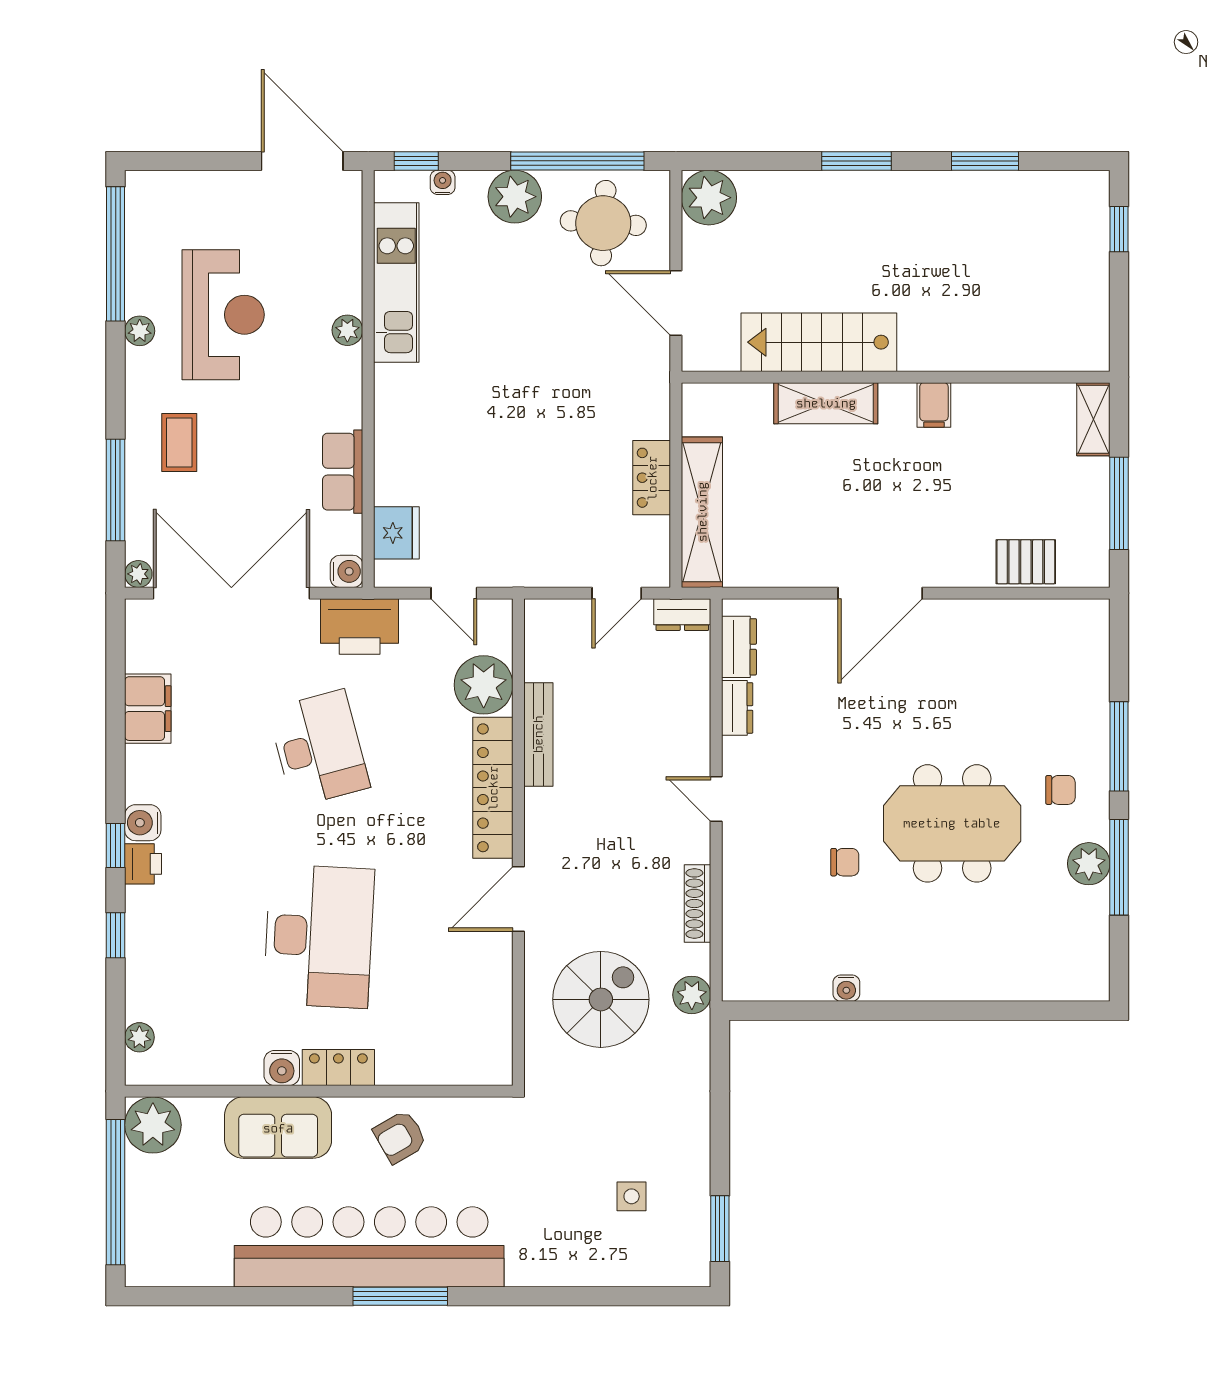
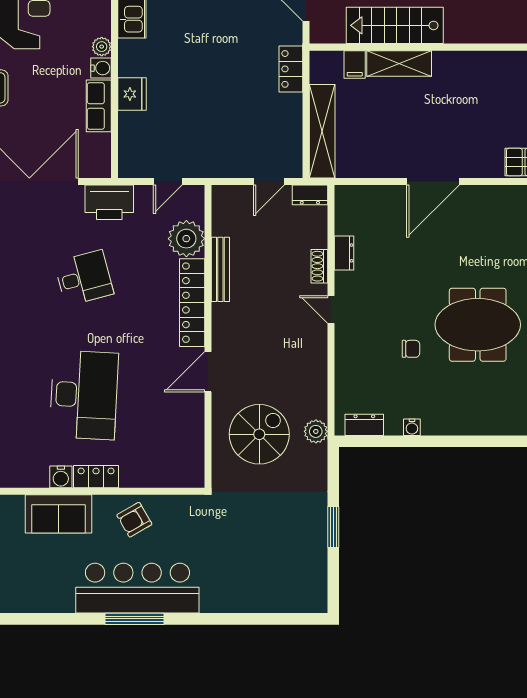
plant: (347, 330) -> (102, 47), moved
filing cabinet: (934, 405) -> (355, 64), moved
locker: (652, 478) -> (291, 69), moved
fridge: (396, 533) -> (132, 94), moved
water cooler: (347, 571) -> (101, 68), moved
door: (454, 593) -> (168, 182), hinge flipped
dresser: (739, 647) -> (364, 425), moved, turned -90
desk: (319, 748) -> (84, 278), width x0.73
shoe rack: (698, 904) -> (319, 266), moved, width x0.70
side table: (632, 1196) -> (278, 557), removed
window: (720, 1229) -> (333, 527), moved
bar counter: (369, 1247) -> (137, 588), width x0.73

